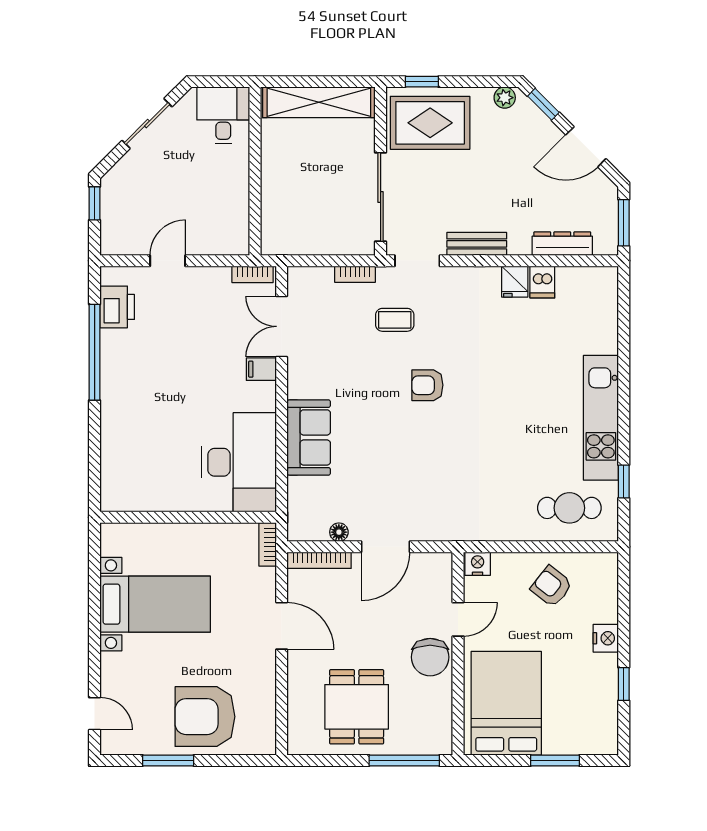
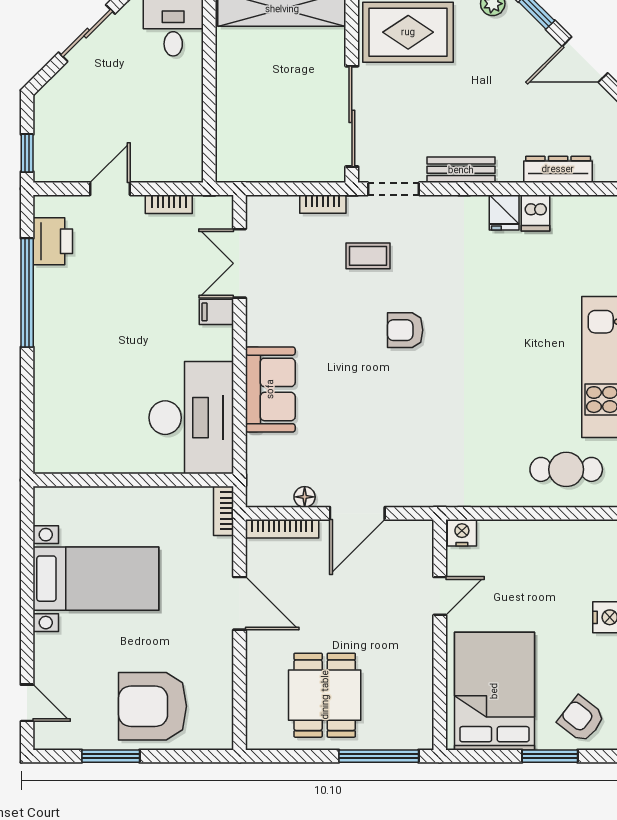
window: (95, 203) -> (27, 153), moved
bookcase: (253, 274) -> (169, 204), moved
armchair: (552, 586) -> (581, 719), moved
chair: (430, 657) -> (408, 639), removed

